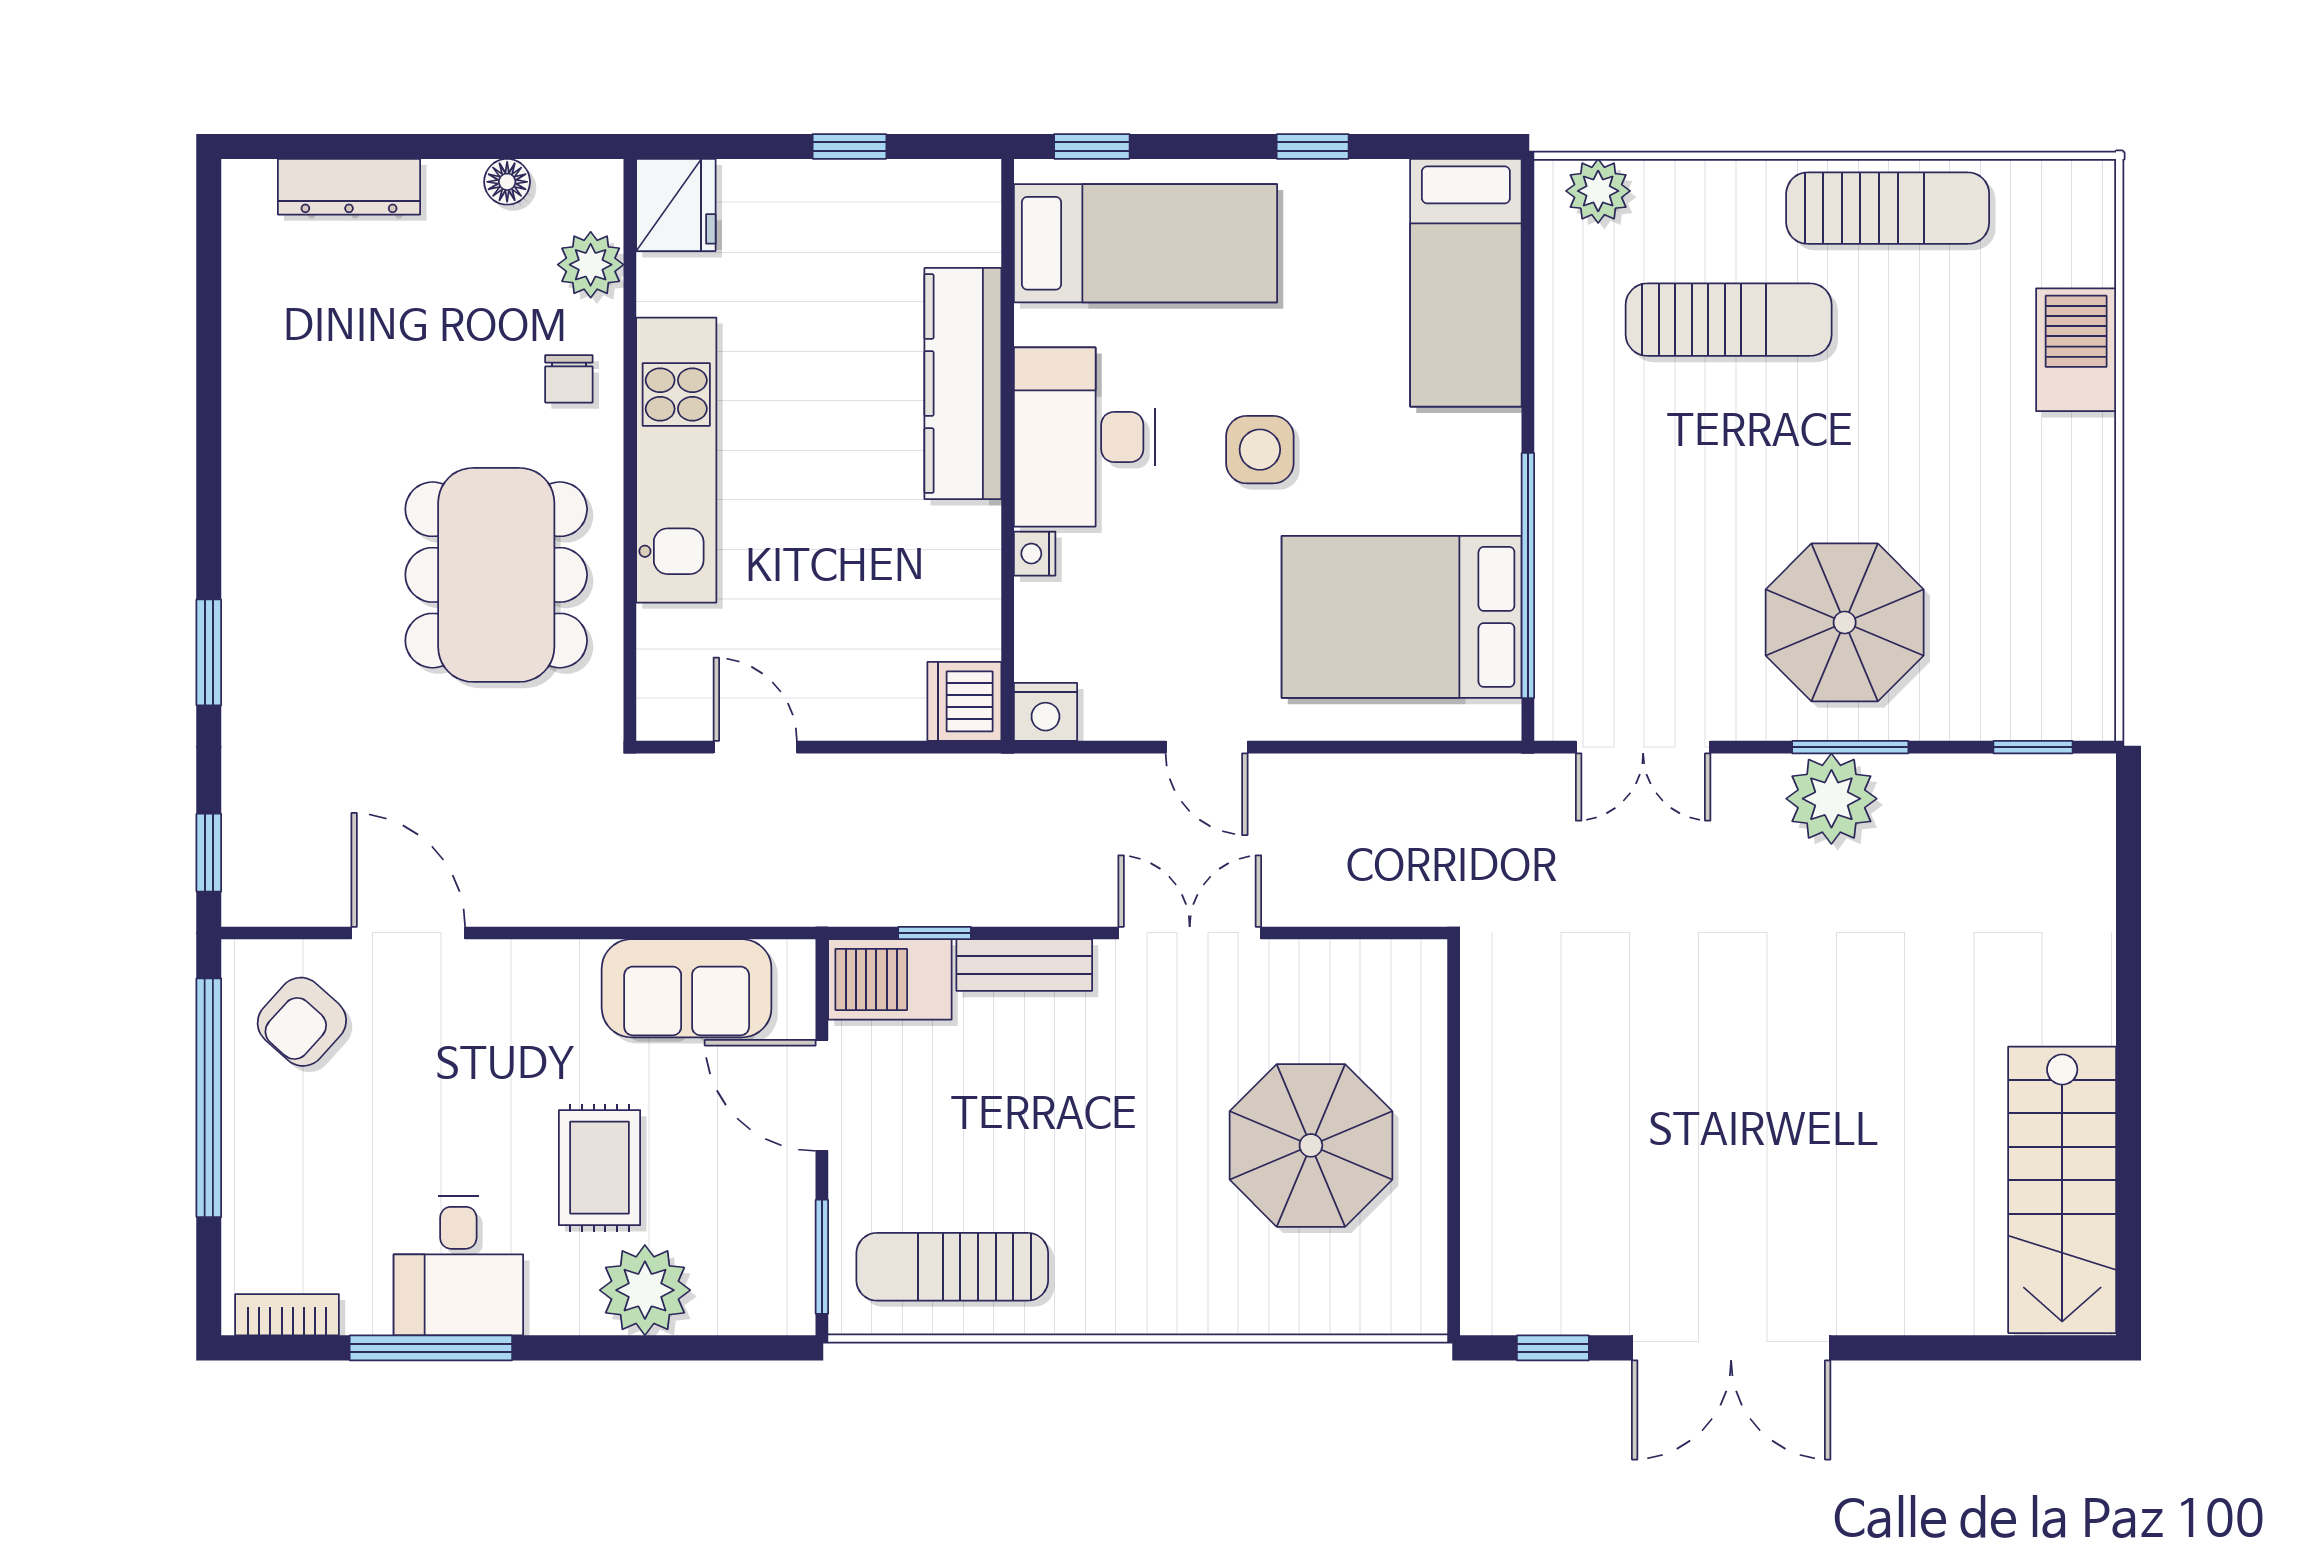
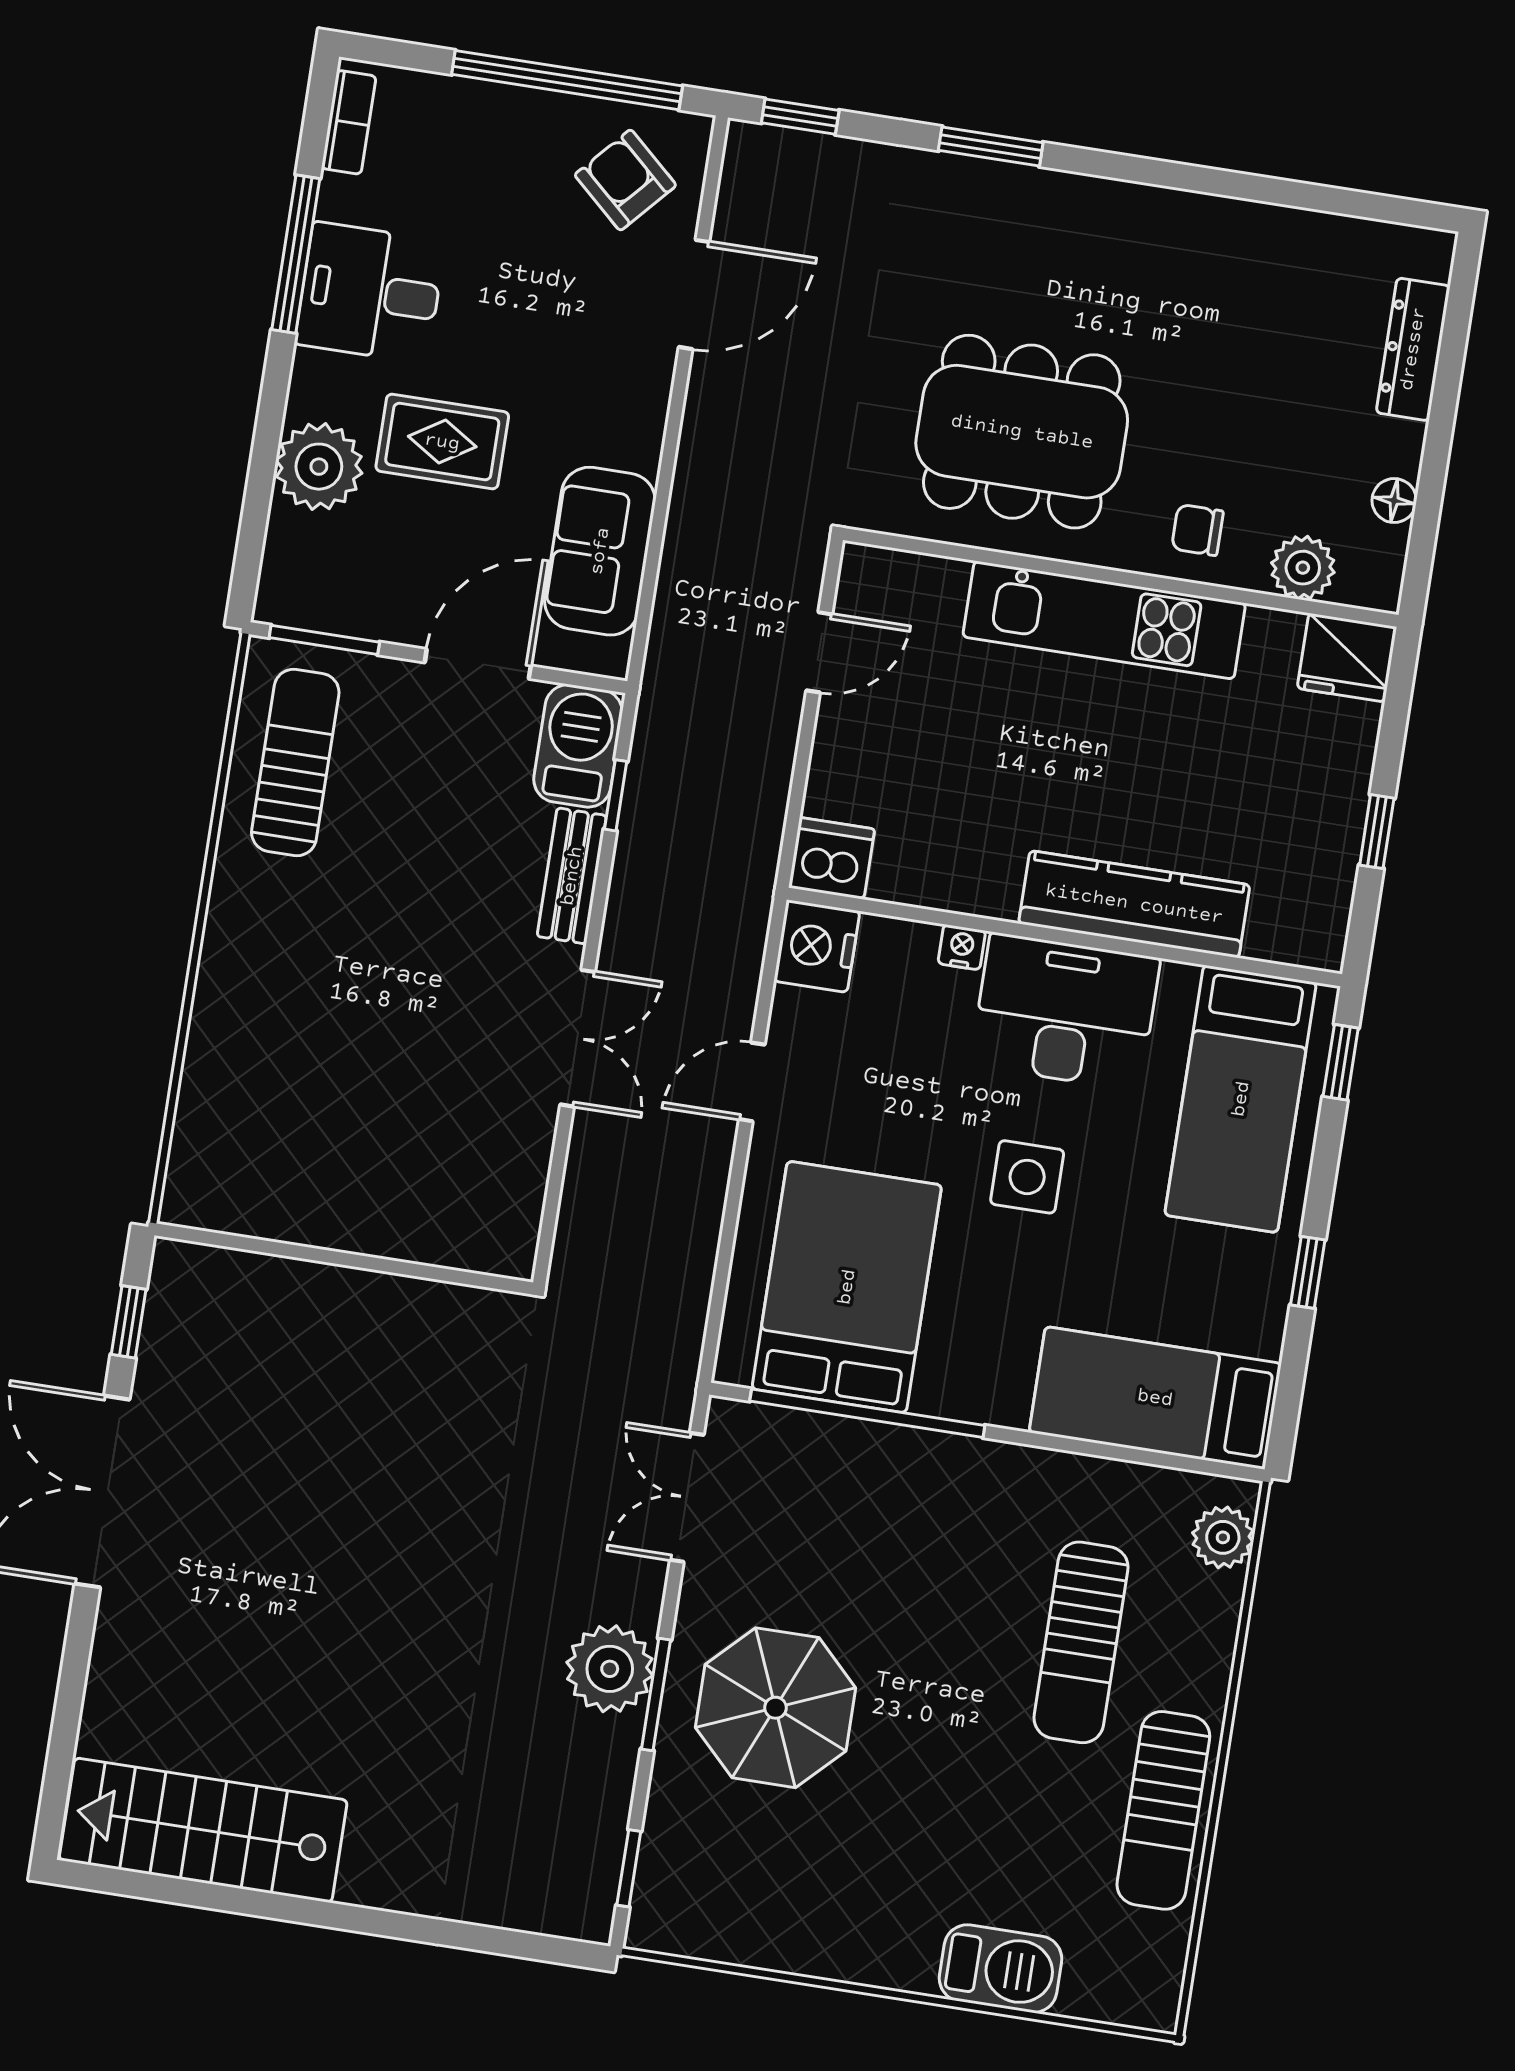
nightstand: (1045, 712) -> (817, 946), width x1.36, depth x1.33
parasol: (1311, 1145) -> (357, 1122), removed

